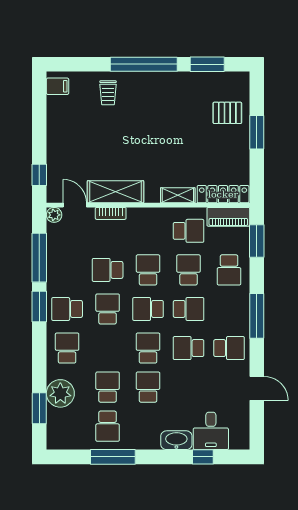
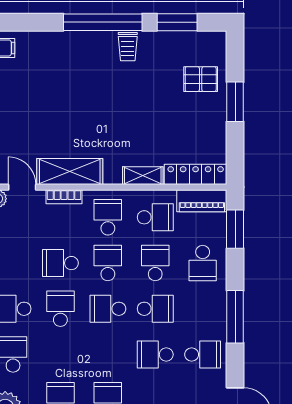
trolley: (108, 93) -> (128, 47), moved
school desk: (148, 348) -> (108, 217), moved

